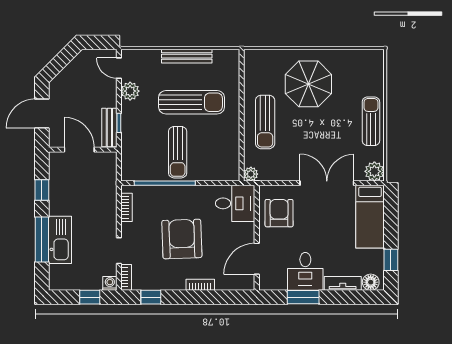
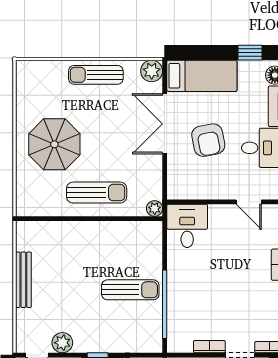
sun lounger: (191, 102) -> (75, 274), removed
bookcase: (127, 207) -> (209, 347), moved
armchair: (279, 213) -> (208, 140), moved, turned -101
armchair: (182, 239) -> (227, 285), removed
door: (257, 259) -> (249, 202), width x0.73

